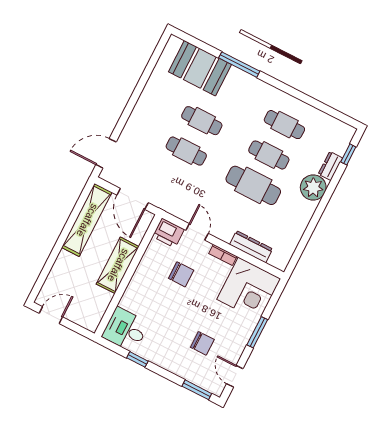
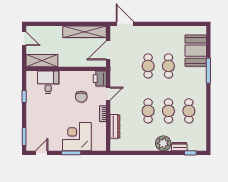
cafe table: (253, 185) -> (148, 111), width x0.73, depth x0.74
shelving: (118, 265) -> (42, 61), moved
corner desk: (249, 289) -> (77, 137), moved, turned 90
desk: (125, 330) -> (48, 82), moved
chair: (202, 343) -> (50, 127), removed

